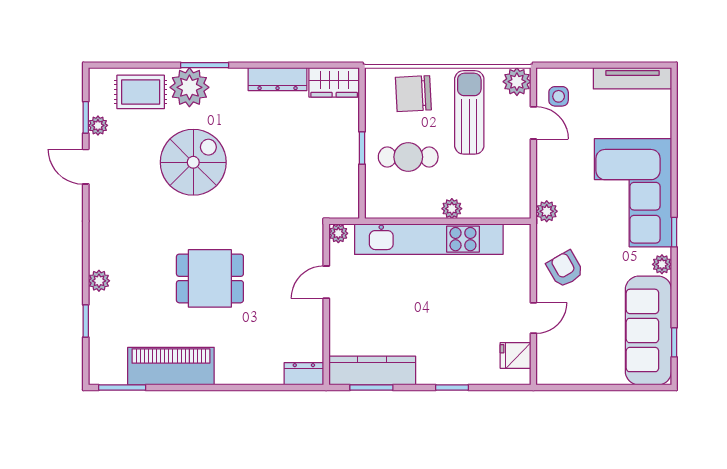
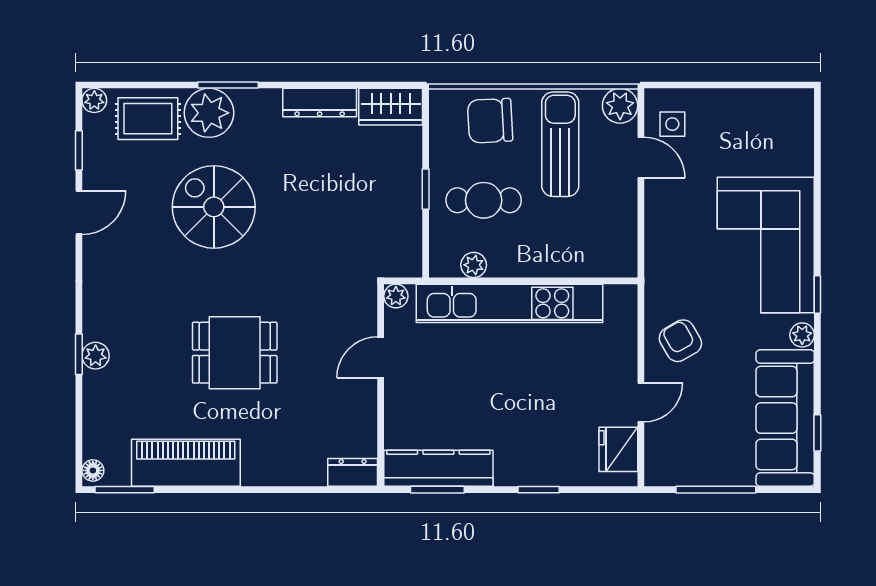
tv unit: (632, 78) -> (765, 102), removed
plant: (98, 125) -> (94, 100), moved
spiral stairs: (193, 162) -> (214, 207), turned -90
door: (86, 167) -> (79, 212), swing flipped
plant: (452, 209) -> (474, 265), moved
plant: (547, 211) -> (657, 268), removed
window: (86, 321) -> (79, 354), moved
fridge: (516, 355) -> (618, 449), width x1.38
floor lamp: (97, 372) -> (93, 470), added
window: (593, 388) -> (716, 490), added

